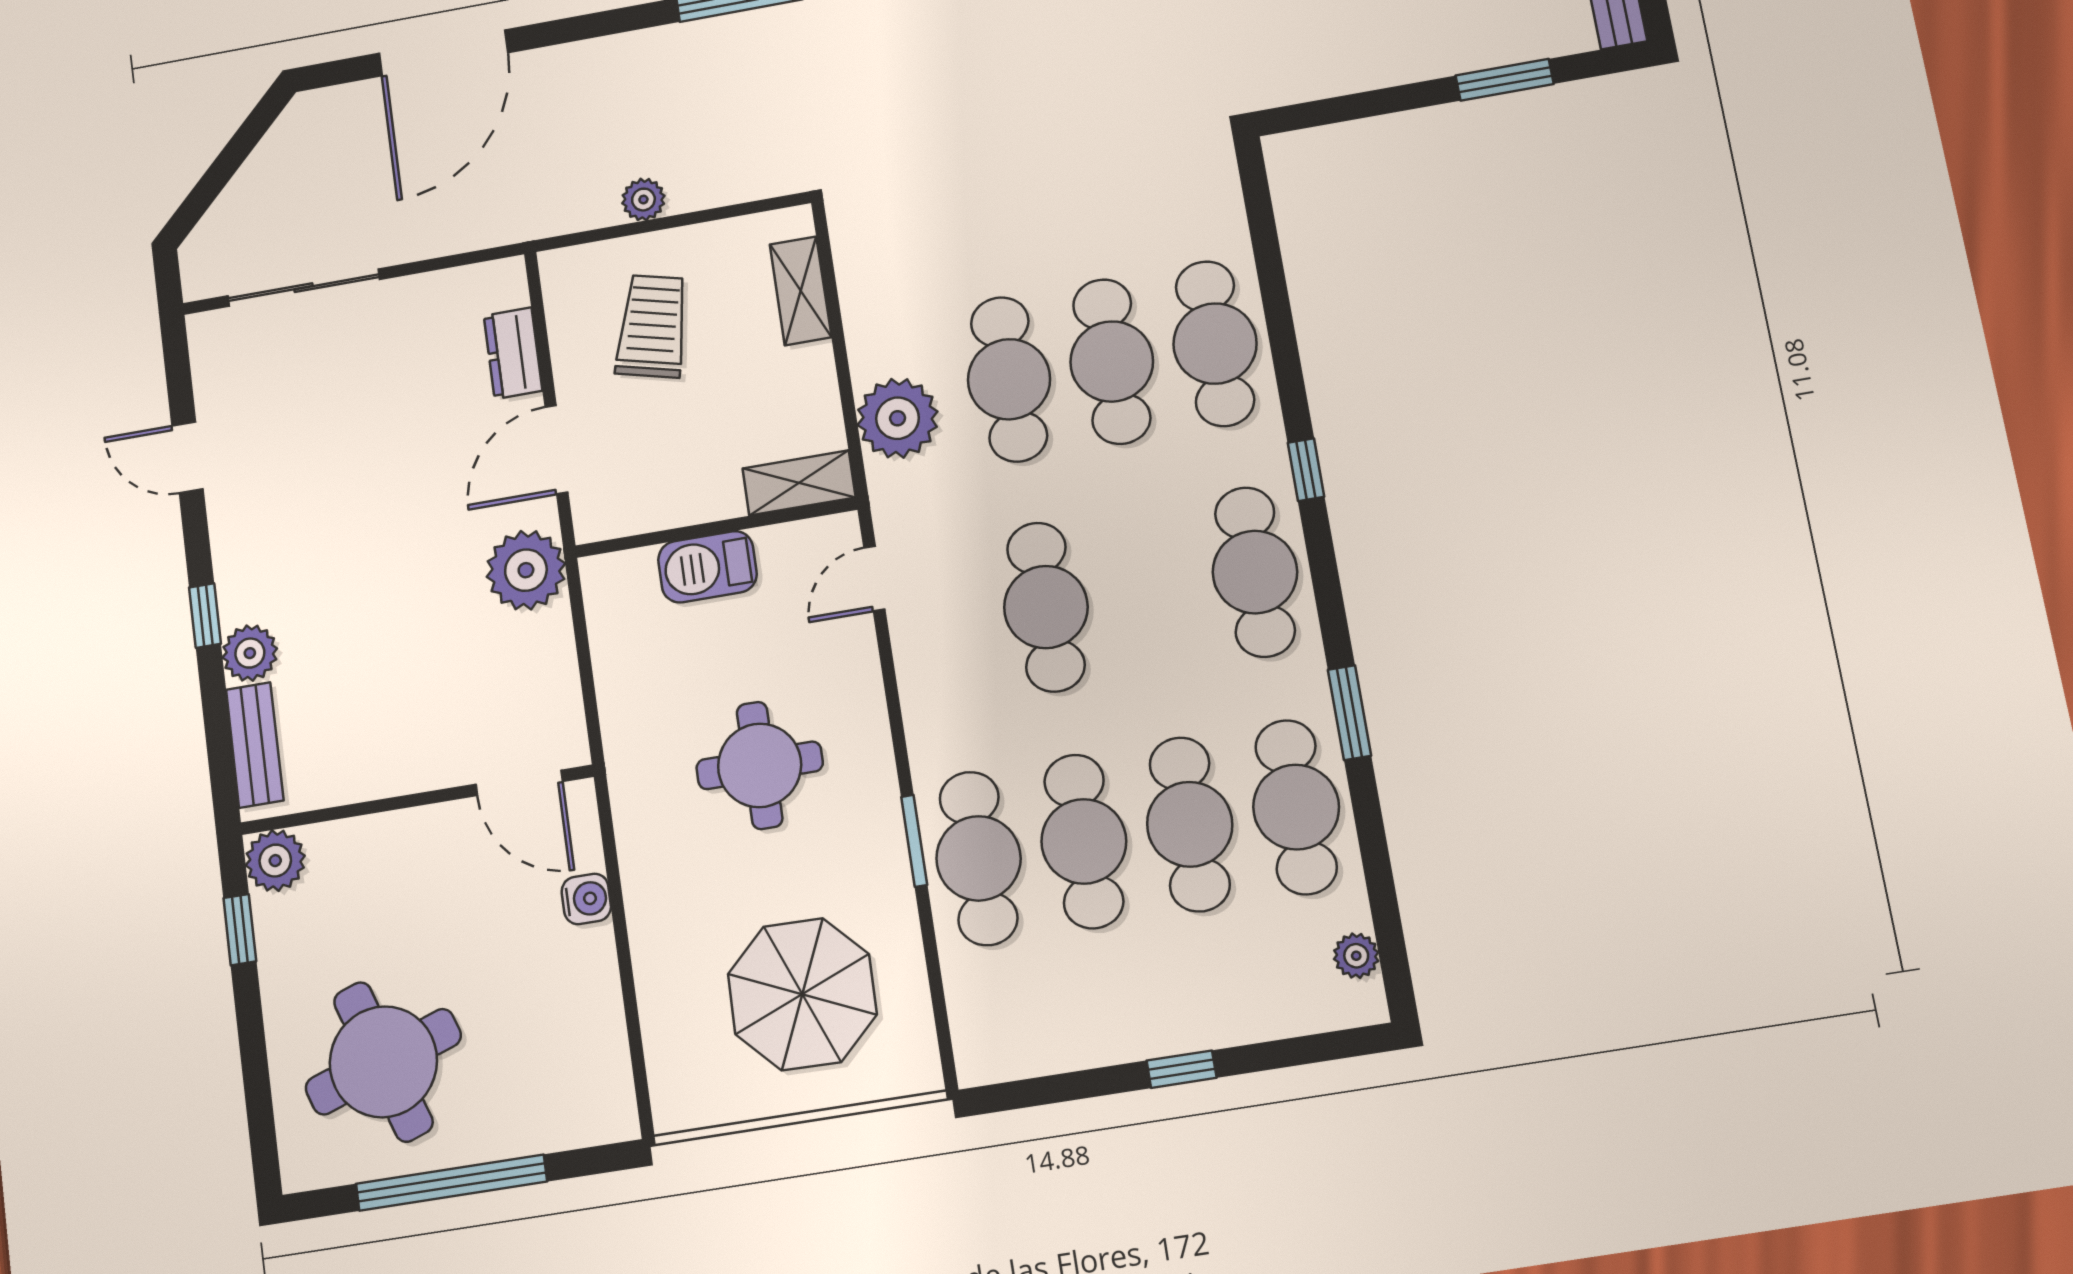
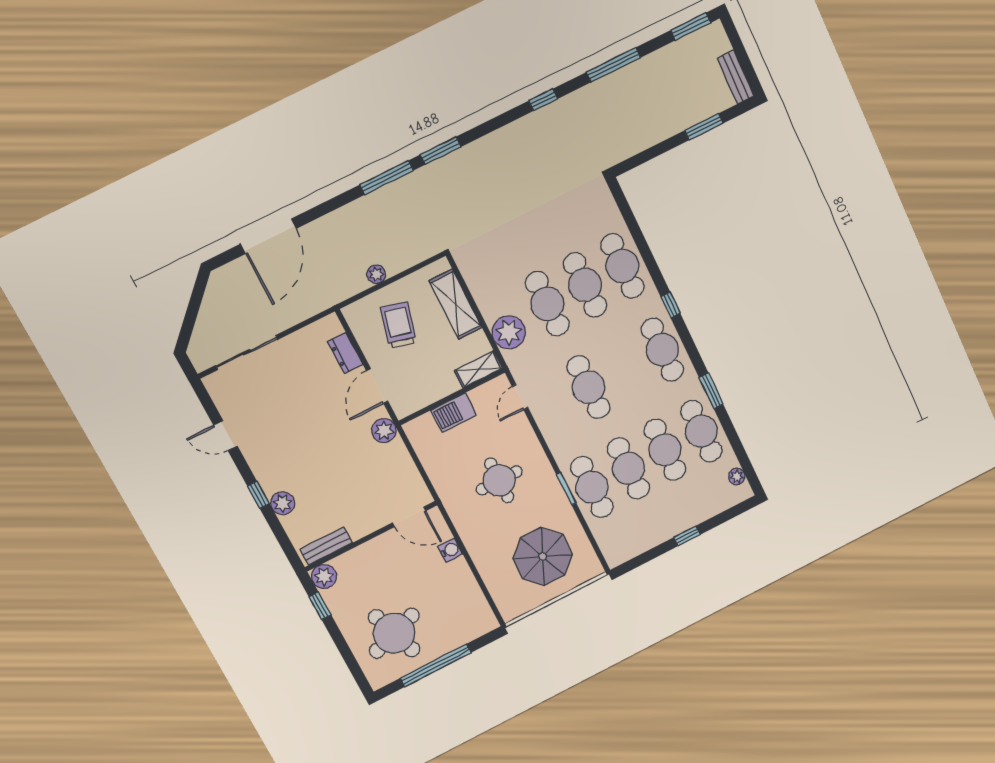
shelving: (801, 291) -> (456, 304), width x1.50, depth x1.33
plant: (526, 570) -> (384, 431), width x0.73, depth x0.73
bench: (255, 745) -> (326, 546), moved, turned 90

